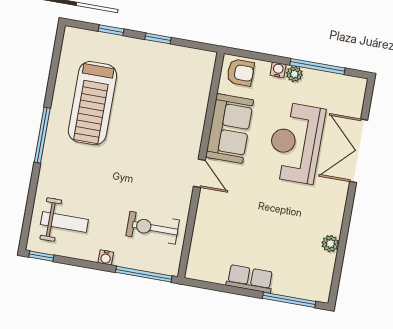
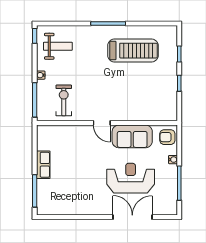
armchair: (241, 72) -> (167, 137), turned 90
plant: (294, 74) -> (172, 170), removed
treadmill: (92, 103) -> (133, 51), turned 180
door: (199, 173) -> (102, 123), hinge flipped
weight bench: (64, 222) -> (58, 46), turned -90
plant: (330, 244) -> (73, 210), removed

